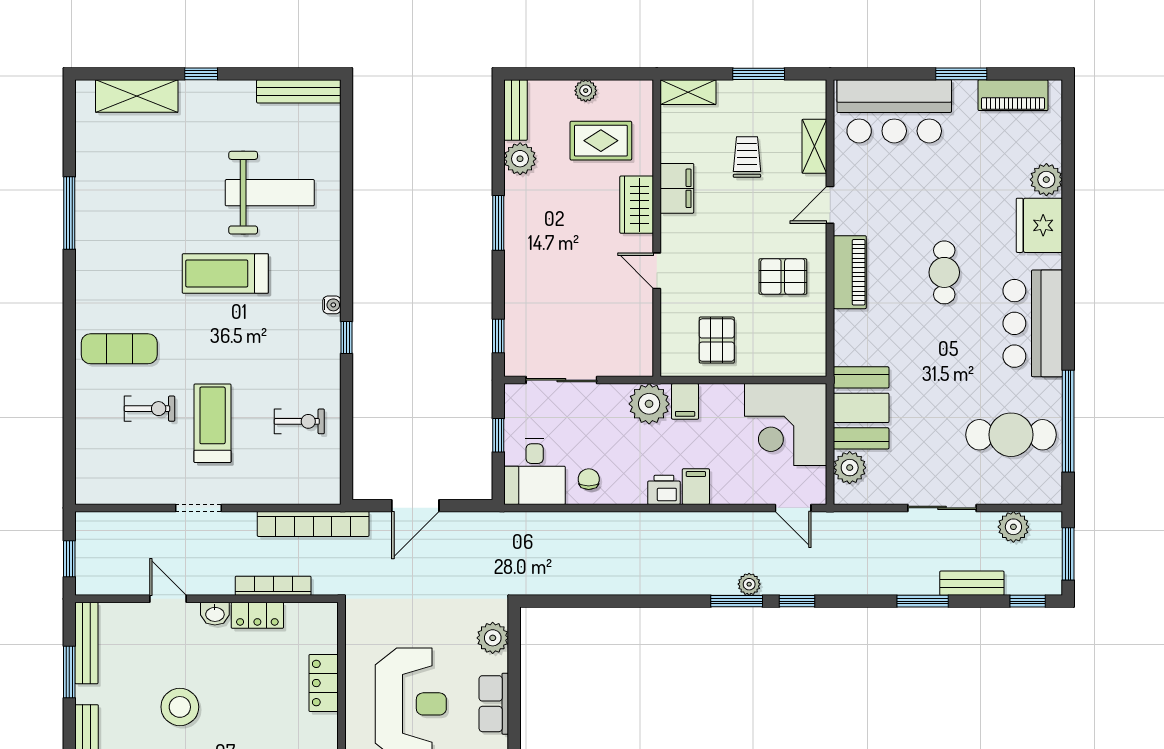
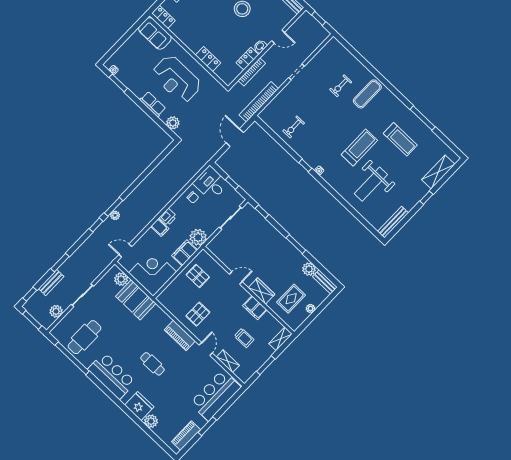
filing cabinet: (685, 401) -> (185, 253), width x2.00
treadmill: (213, 423) -> (400, 139), moved

